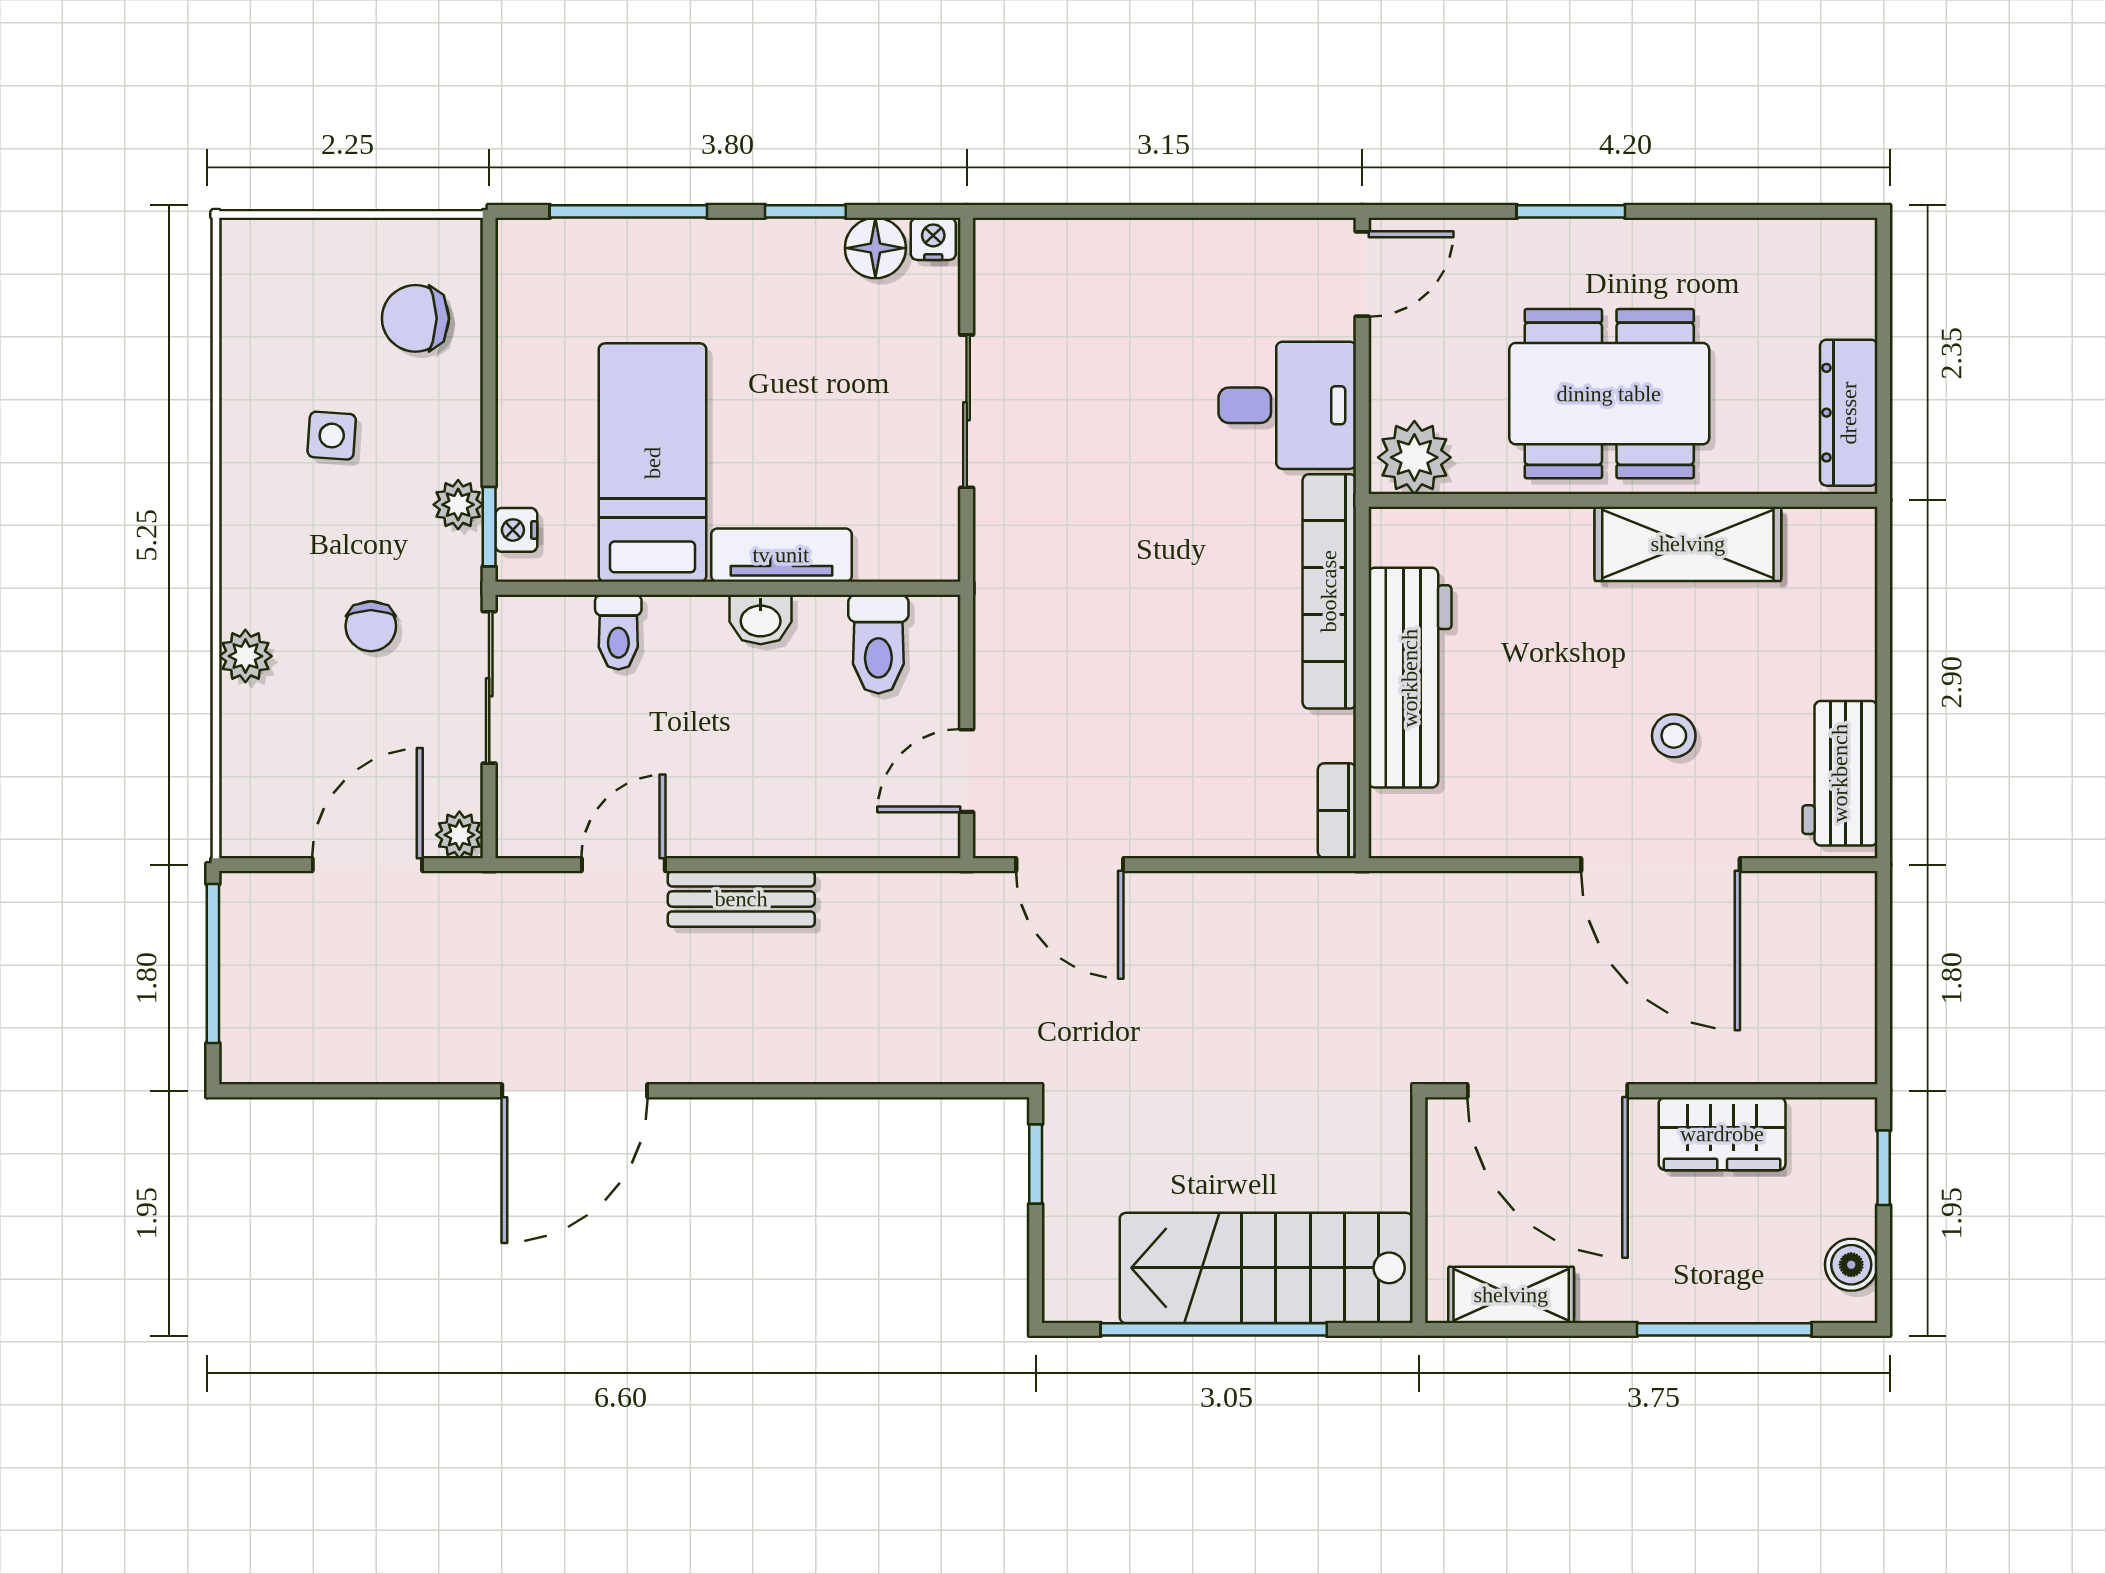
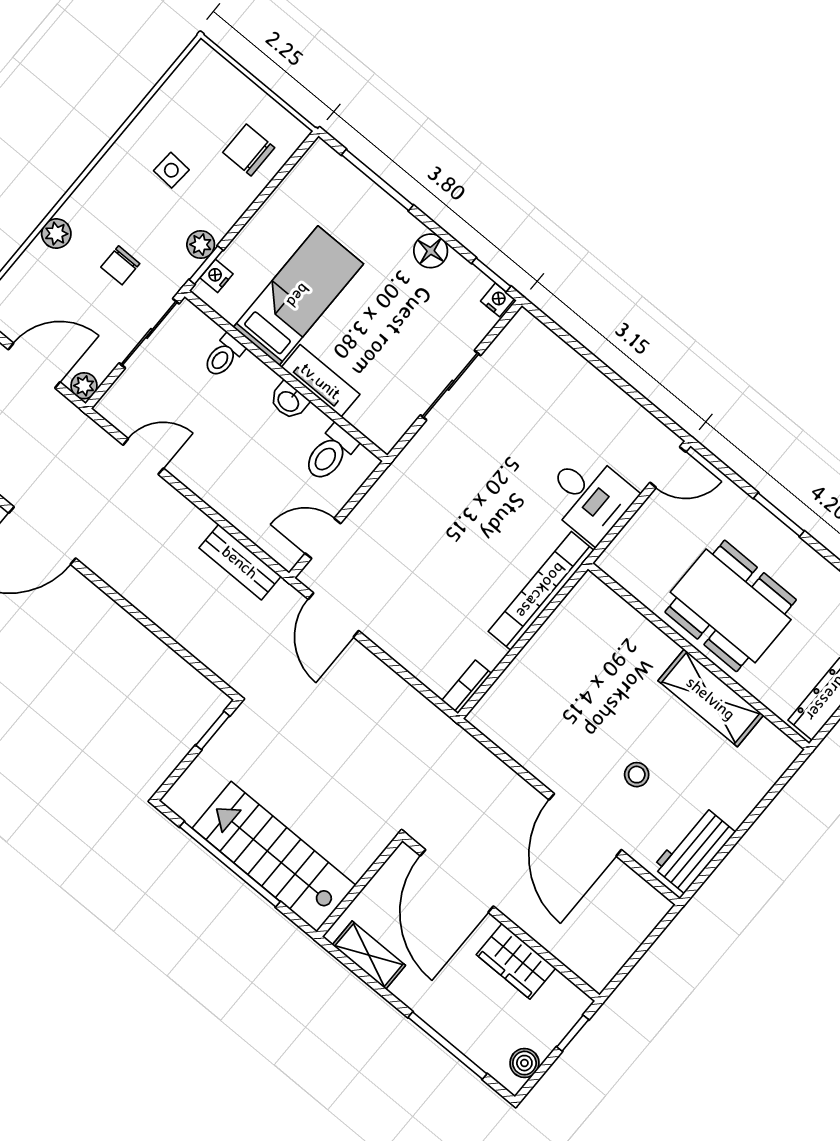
window: (805, 211) -> (491, 275), moved
floor lamp: (875, 248) -> (431, 251), moved
plant: (1414, 457) -> (625, 564), removed
workbench: (1410, 678) -> (545, 656), removed
bench: (741, 899) -> (240, 562), moved

